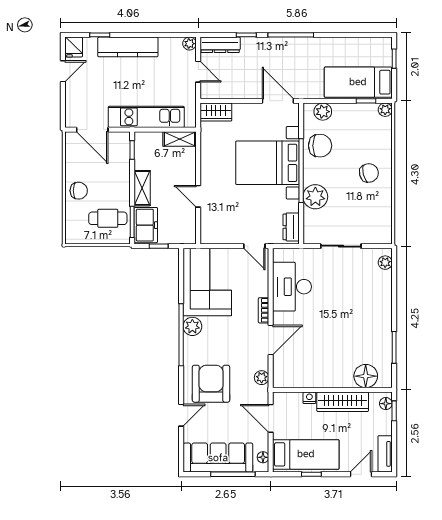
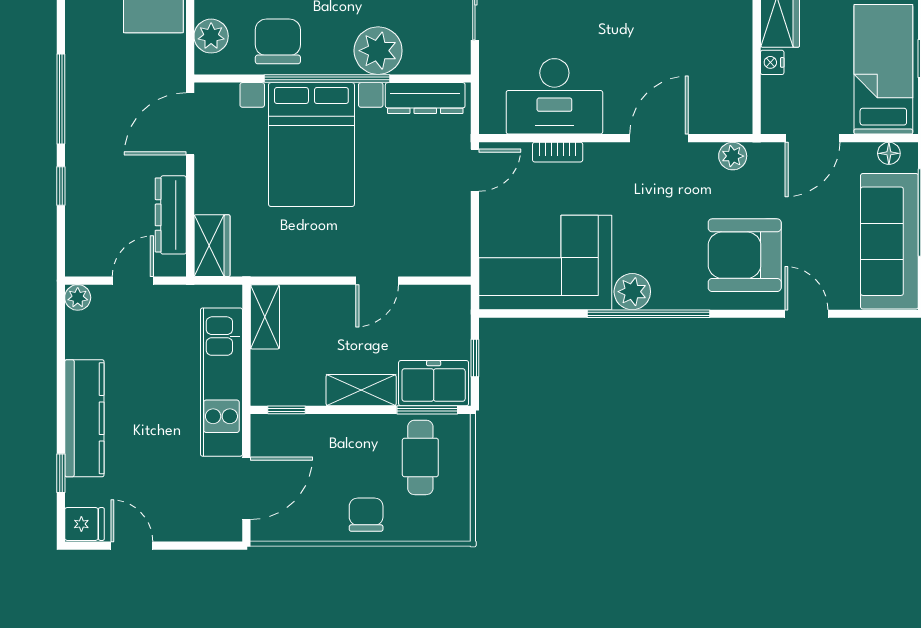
dresser: (220, 45) -> (171, 215), moved, turned 180
dresser: (291, 227) -> (425, 98), width x1.44
bookcase: (264, 310) -> (558, 152), moved
door: (271, 340) -> (659, 138), hinge flipped

